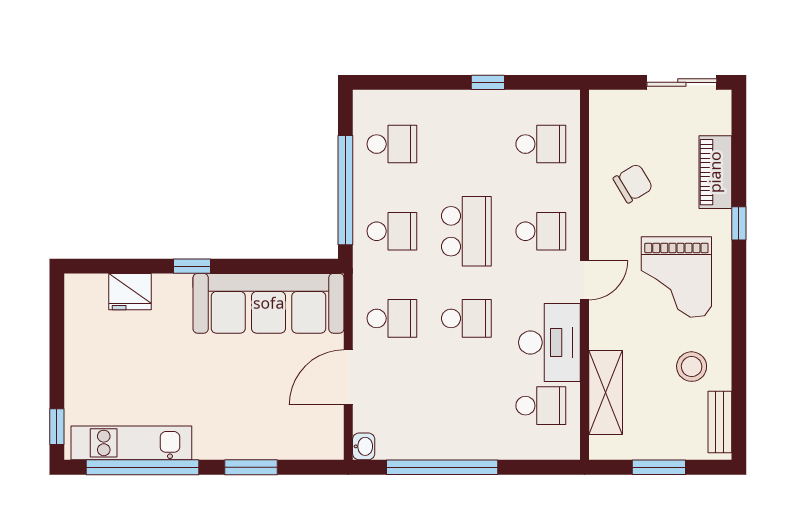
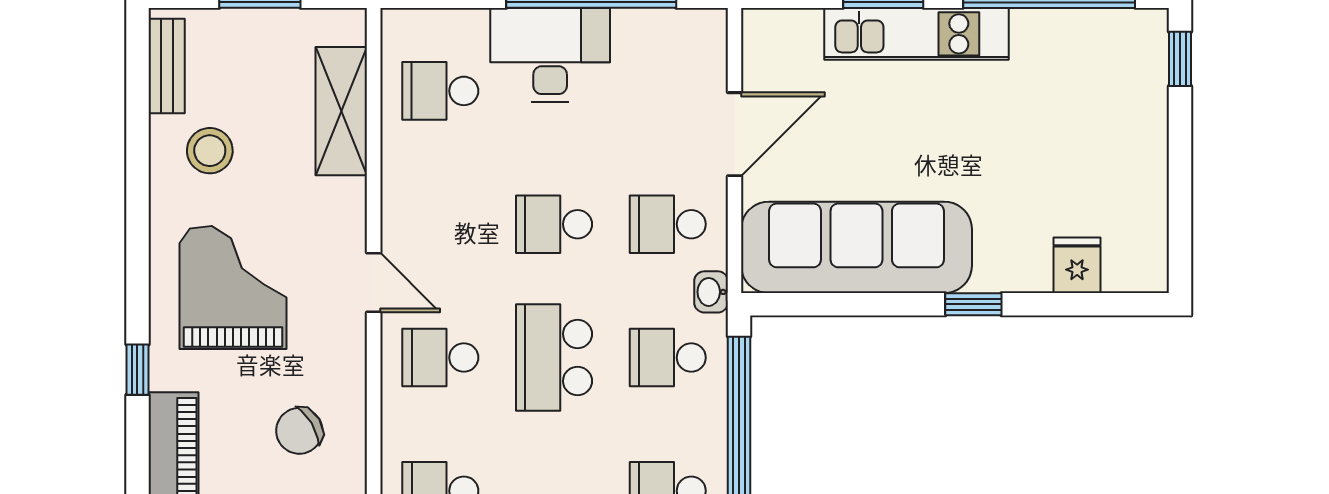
door: (584, 280) -> (374, 283), swing flipped
fridge: (130, 292) -> (1077, 265), width x0.72
desk: (549, 343) -> (550, 55), moved, turned 90
kitchen unit: (131, 443) -> (916, 34), moved
washbasin: (364, 446) -> (711, 292), moved

